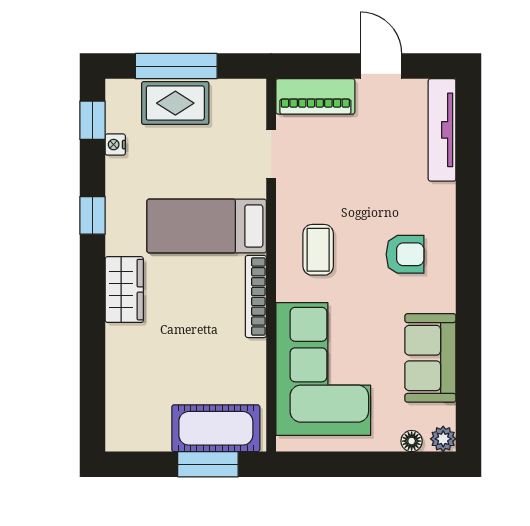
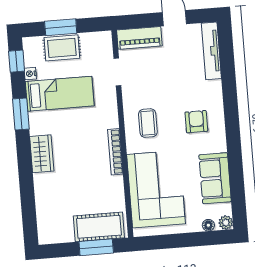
window: (176, 66) -> (61, 27), width x0.69
window: (93, 215) -> (21, 114), width x1.50
bed: (207, 226) -> (60, 94), moved, turned 180
armchair: (405, 254) -> (196, 122), turned -90

